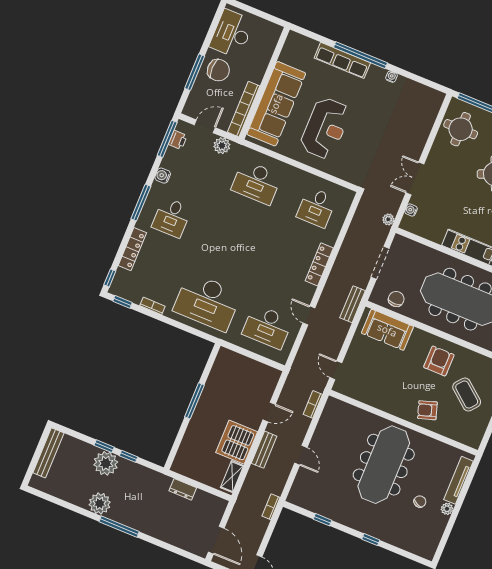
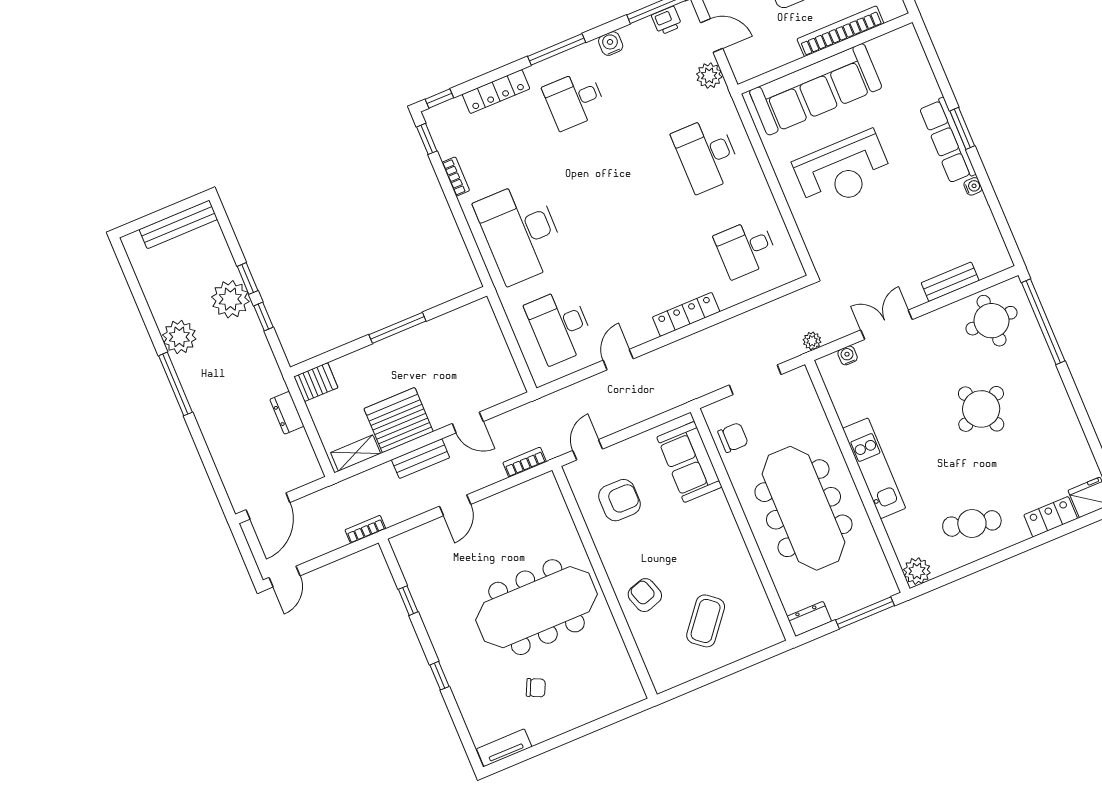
window: (360, 55) -> (962, 128), width x0.47
row of seats: (342, 60) -> (948, 141), moved
bookcase: (244, 109) -> (840, 31), moved
bench: (353, 304) -> (950, 282), moved
armchair: (439, 361) -> (619, 500), moved
server rack: (182, 462) -> (316, 382), added
tv unit: (458, 480) -> (504, 748), moved, width x0.71
plant: (447, 509) -> (558, 726), removed

